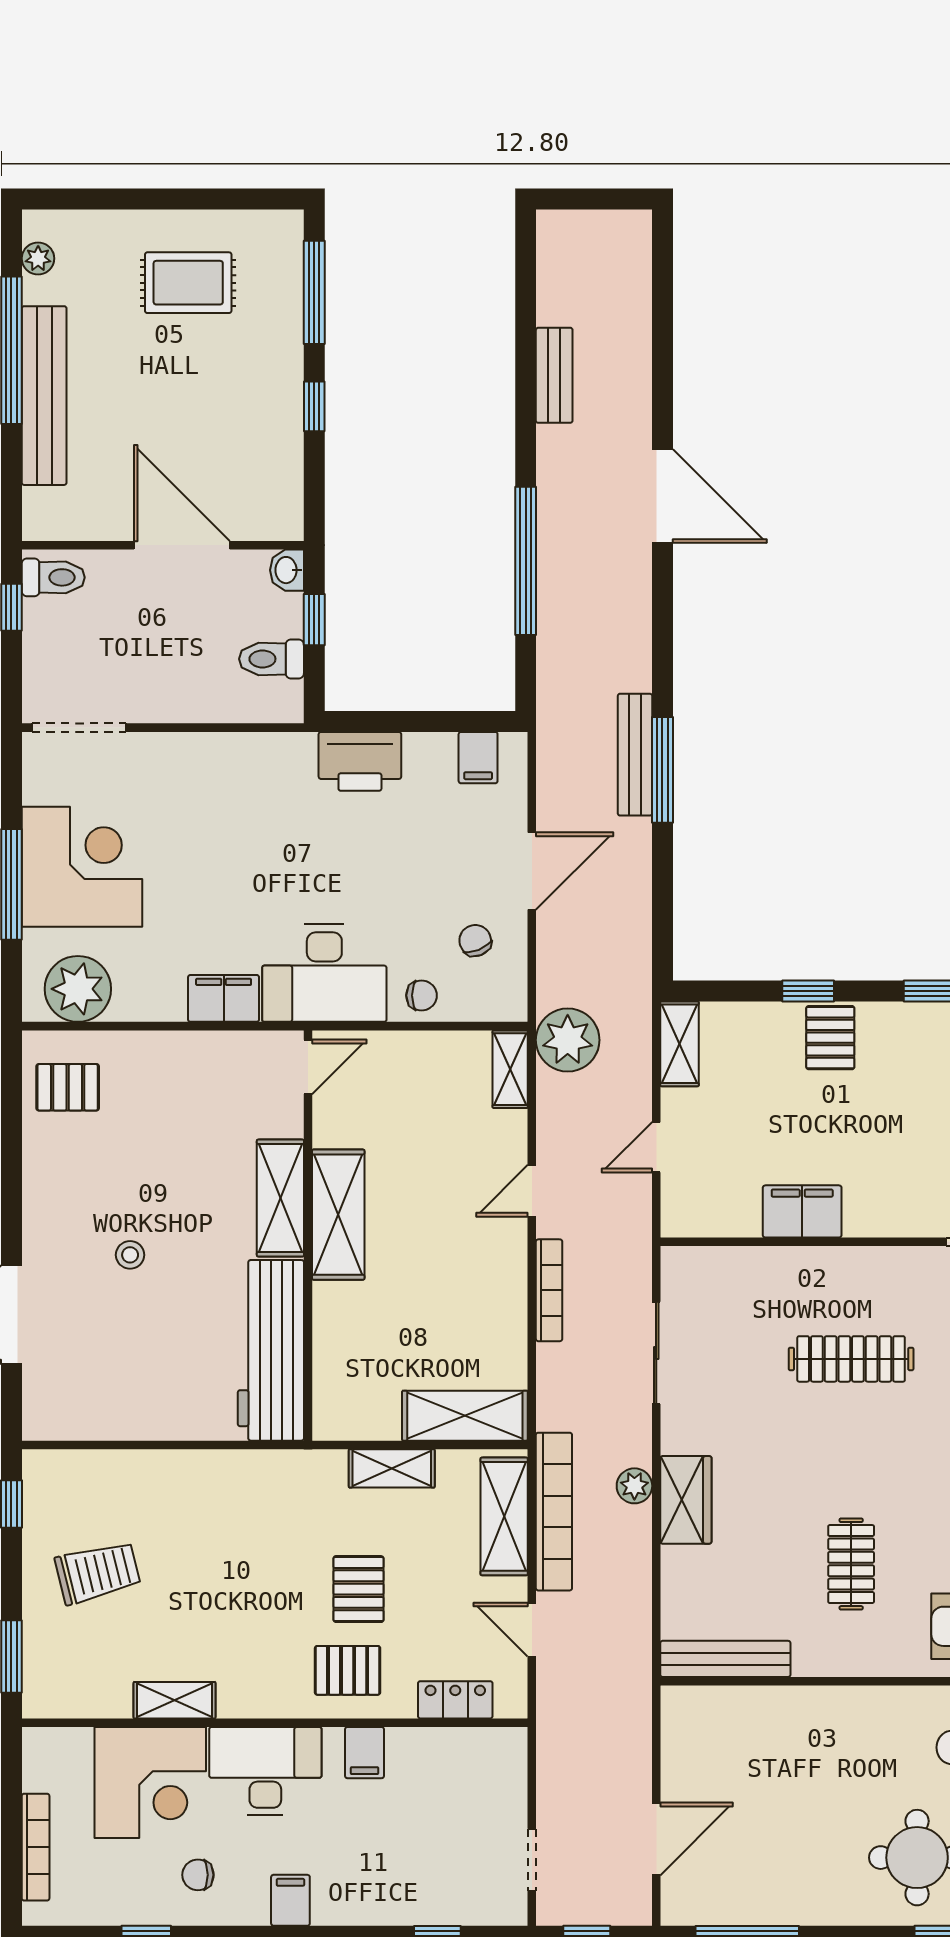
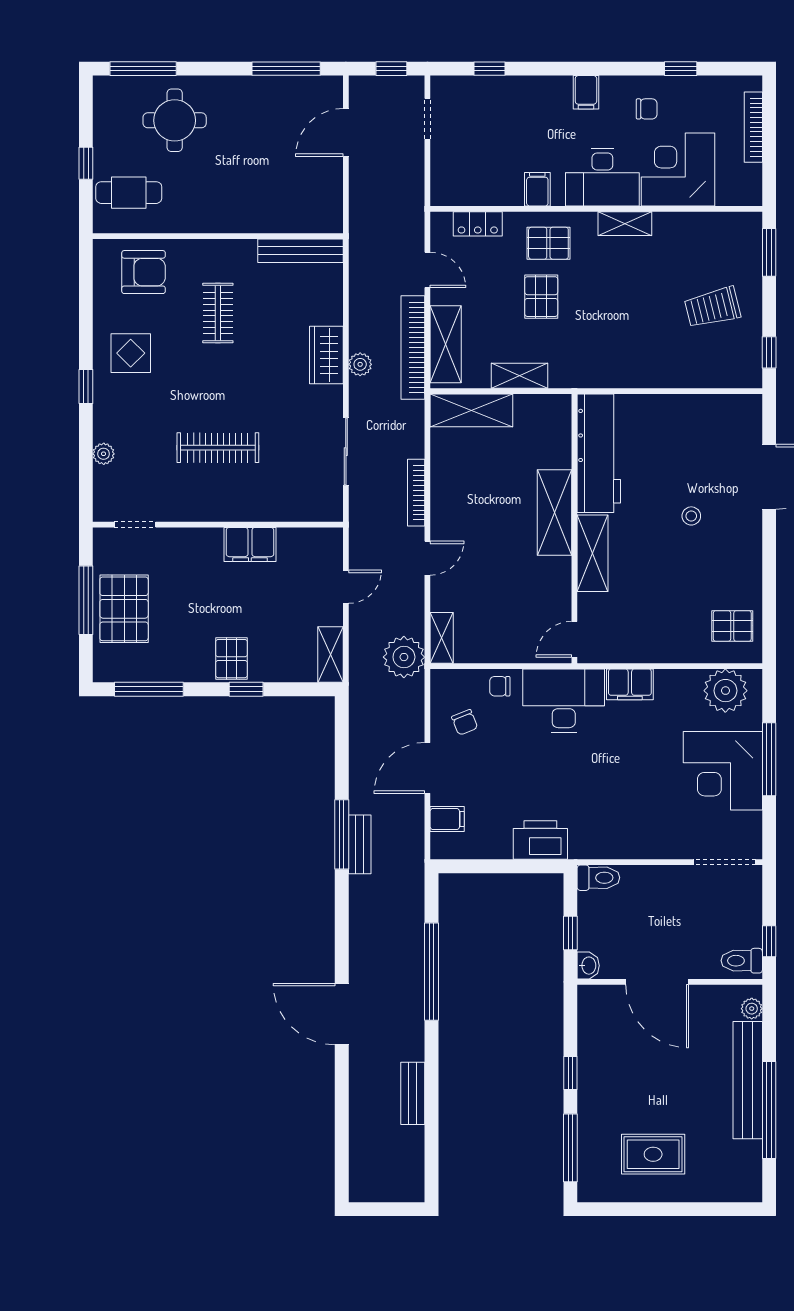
plant: (38, 258) -> (752, 1009), moved
toilet: (272, 659) -> (598, 878), moved
bench: (635, 755) -> (360, 844), width x0.73
filing cabinet: (478, 758) -> (447, 819), moved, turned 90
shelving: (338, 1215) -> (555, 512), moved
shelving: (175, 1700) -> (625, 224), moved

